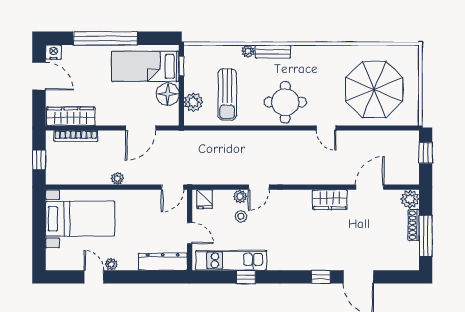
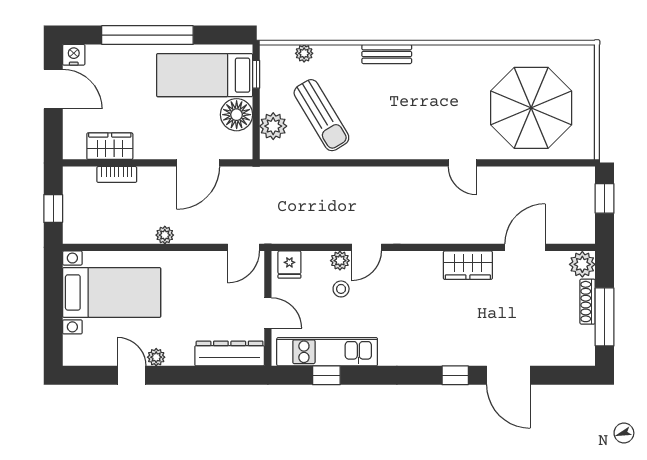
plant: (248, 51) -> (304, 53), moved
sun lounger: (227, 94) -> (321, 115), turned -31
round table: (285, 102) -> (404, 126), removed
wardrobe: (71, 116) -> (110, 146), width x0.67
bookcase: (76, 136) -> (117, 174), width x0.64
window: (246, 277) -> (326, 375), moved

